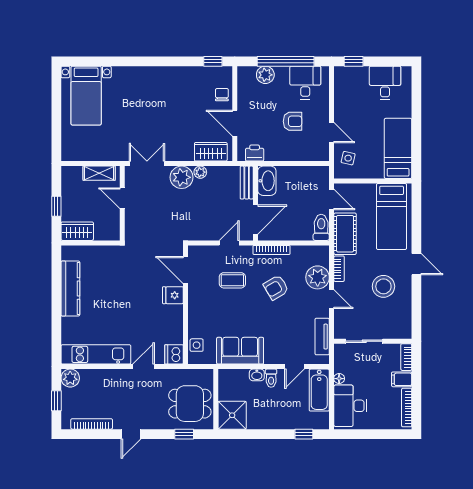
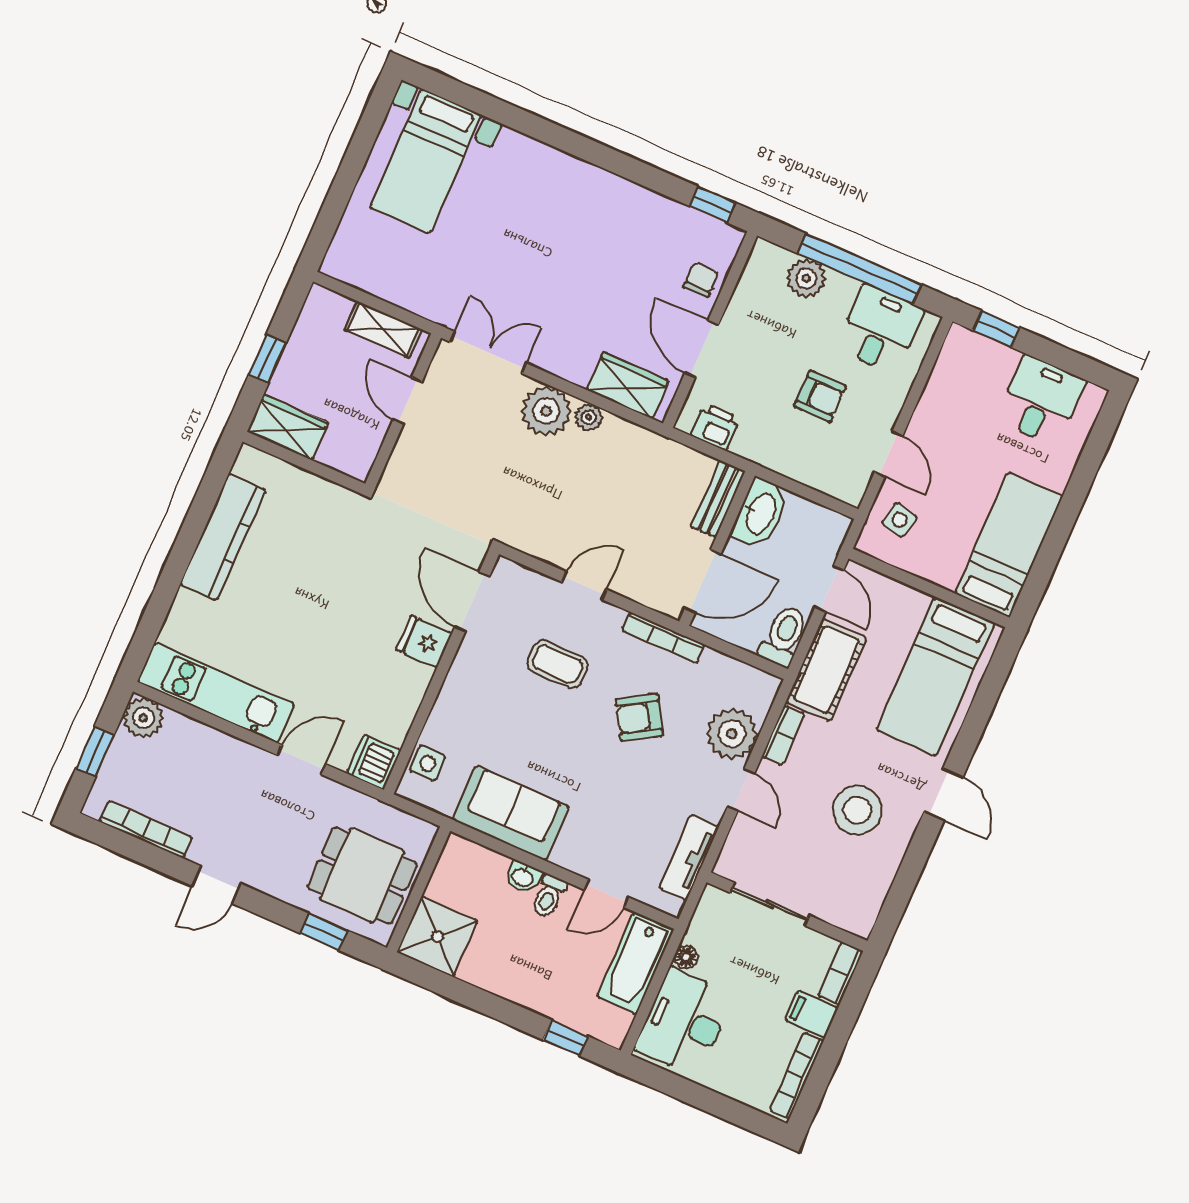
washbasin: (267, 181) -> (760, 513), moved
bench: (247, 183) -> (718, 499), moved
wall: (255, 203) -> (717, 549), moved
door: (255, 219) -> (703, 581), moved

